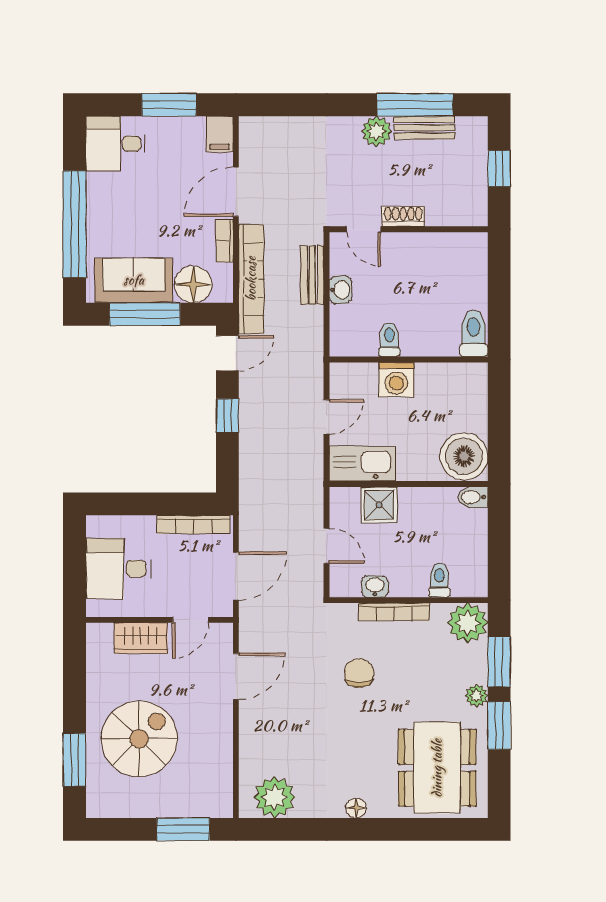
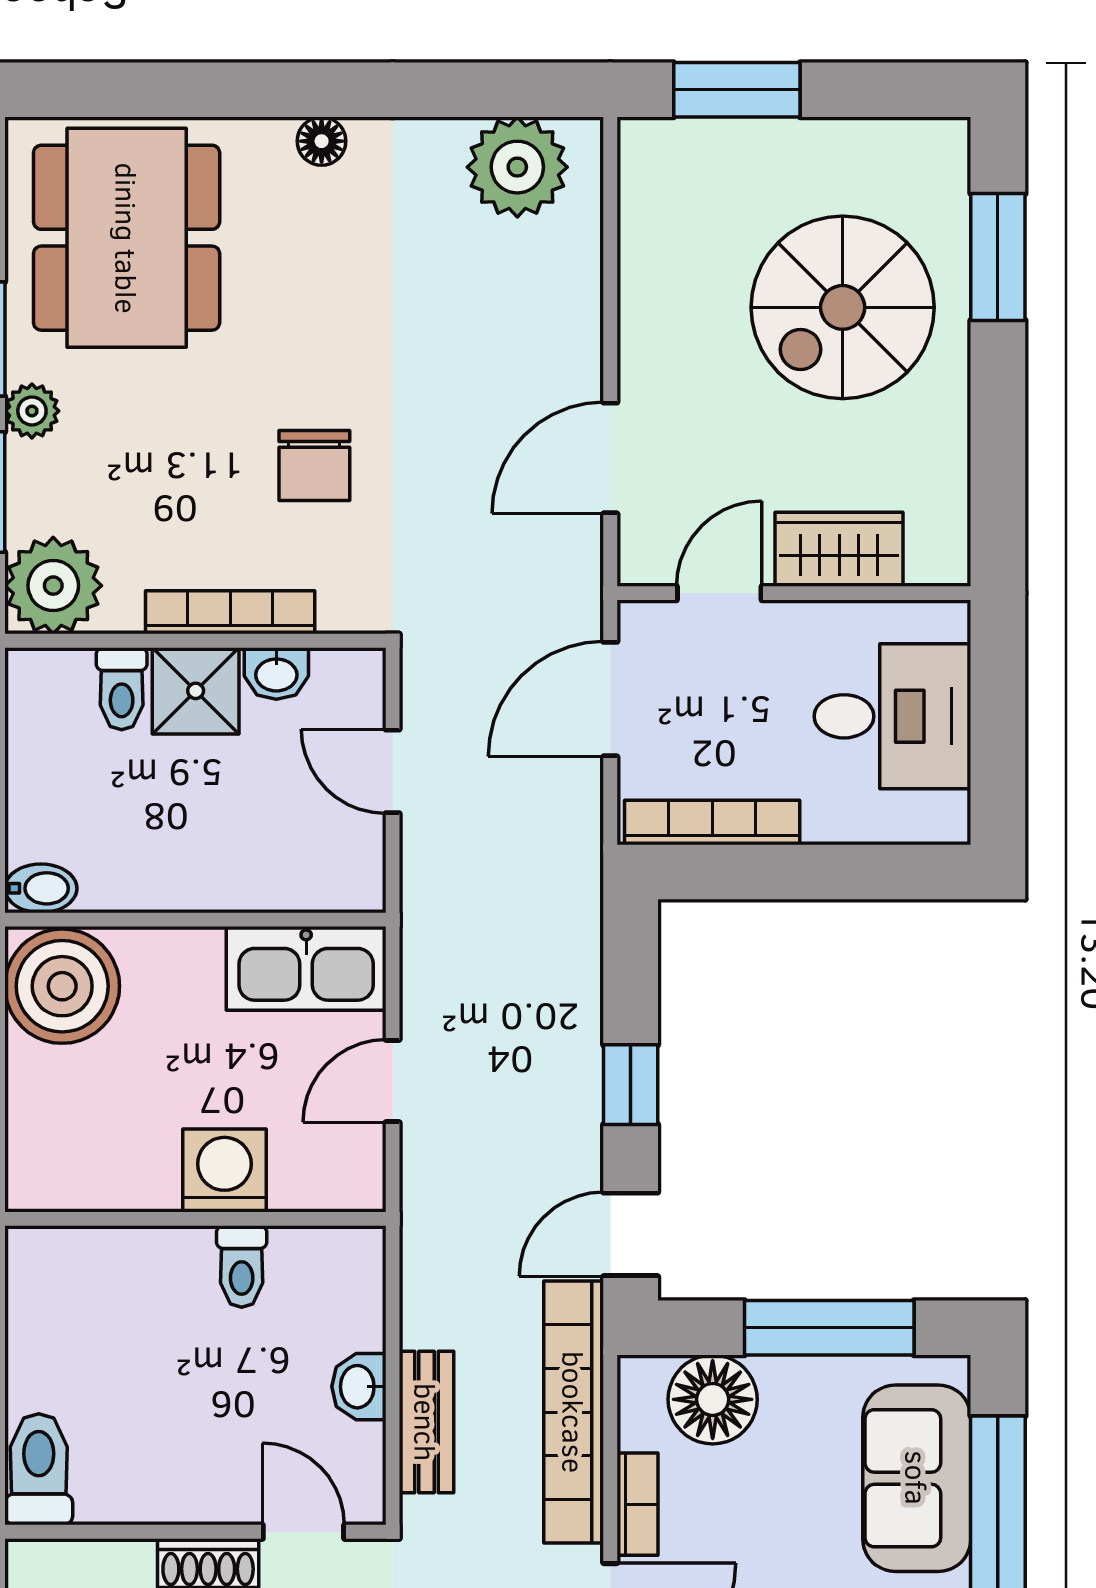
sofa: (134, 280) -> (917, 1478), moved, turned 90
toilet: (474, 333) -> (39, 1469), moved, turned 180
shower: (379, 505) -> (196, 691), moved

